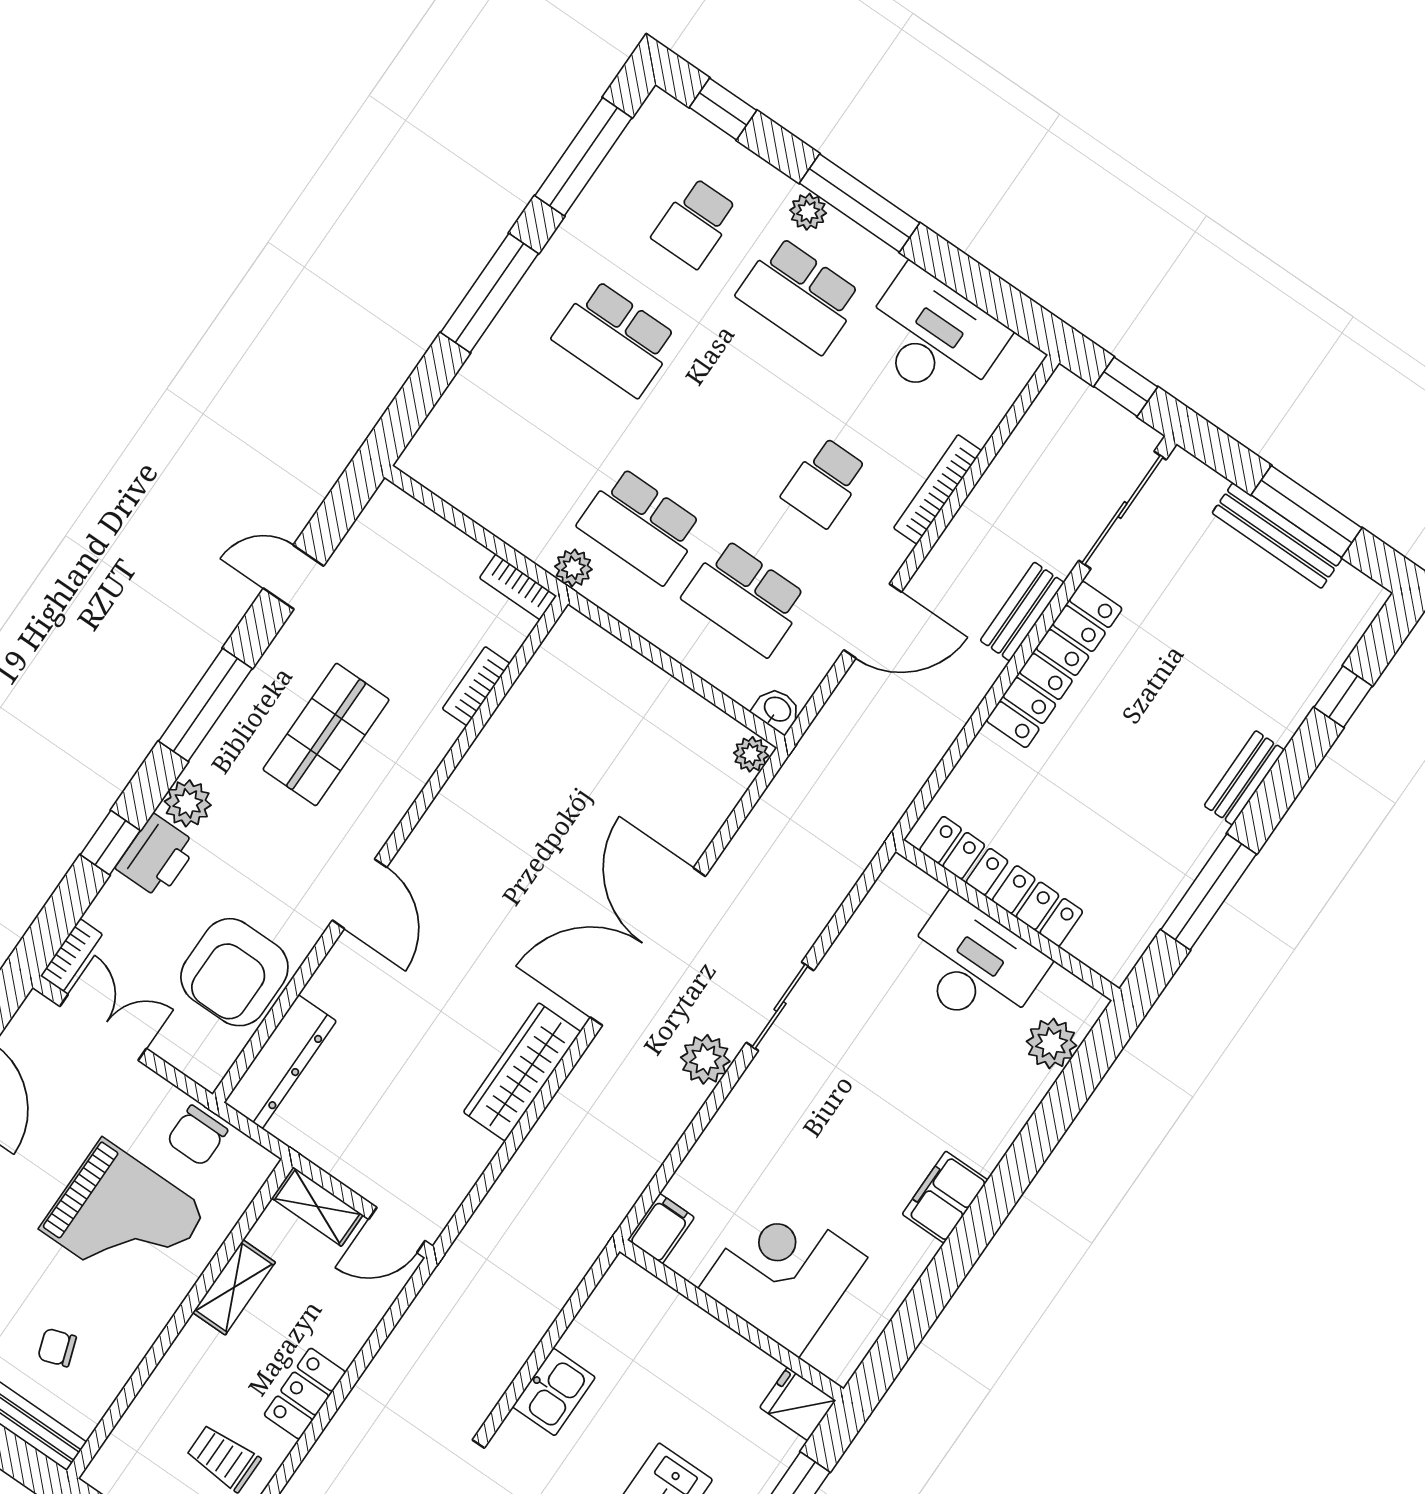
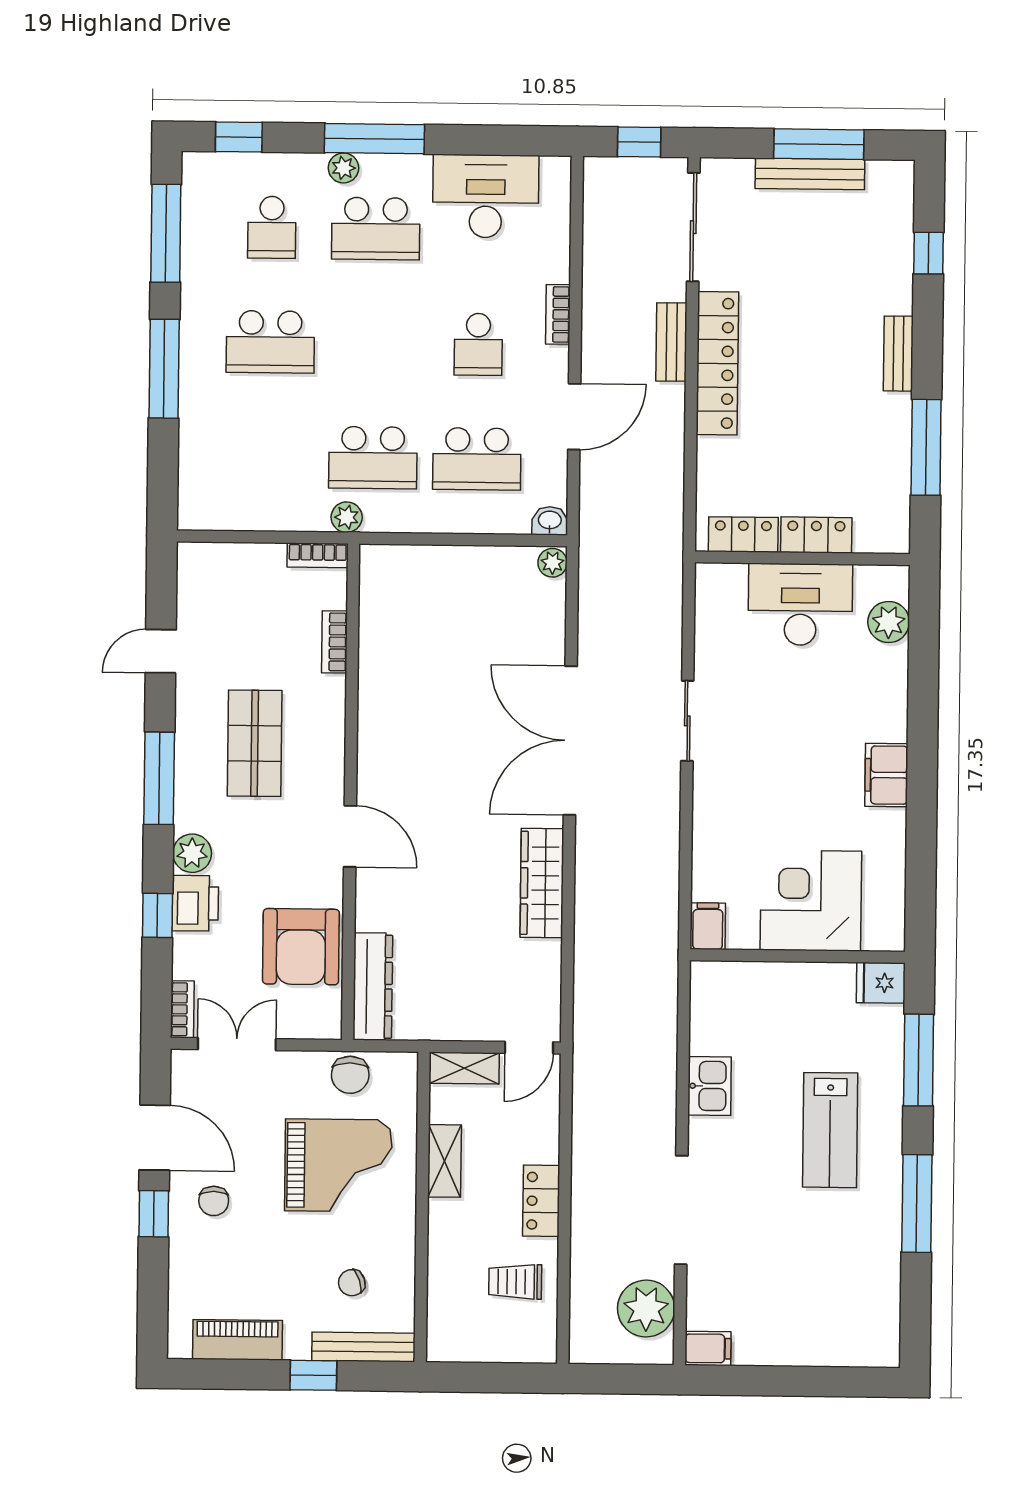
bookcase: (938, 489) -> (558, 314), width x0.64
plant: (705, 1059) -> (661, 791), removed

